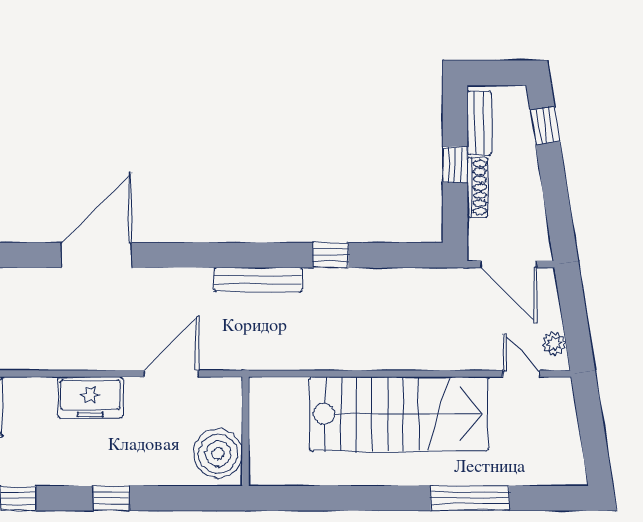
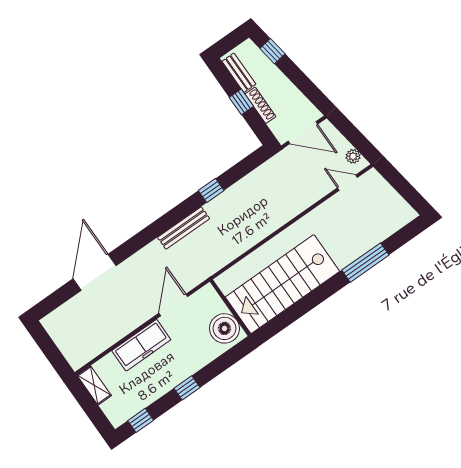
freezer: (90, 398) -> (141, 345), width x1.40
stairs: (399, 414) -> (282, 284), moved, turned 180

